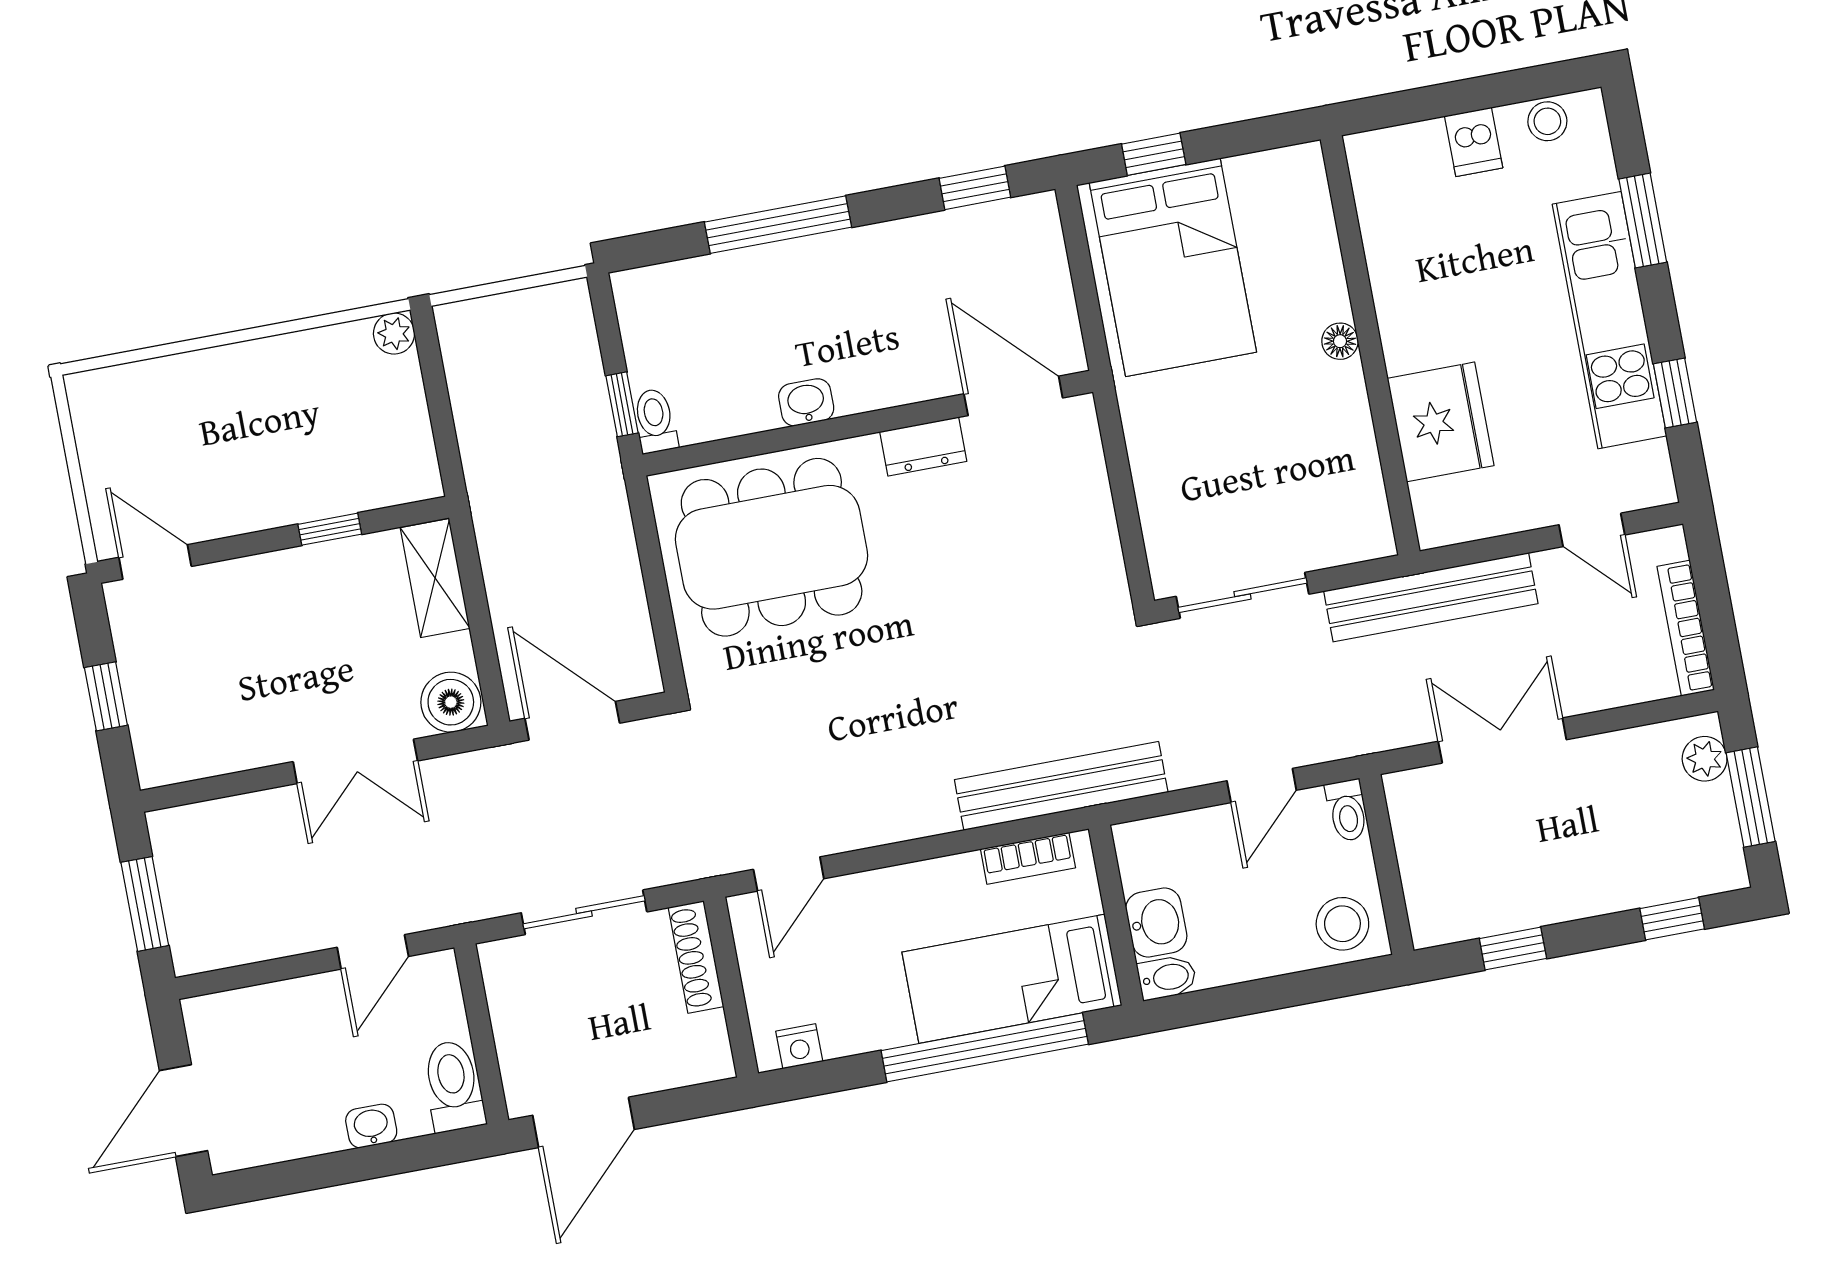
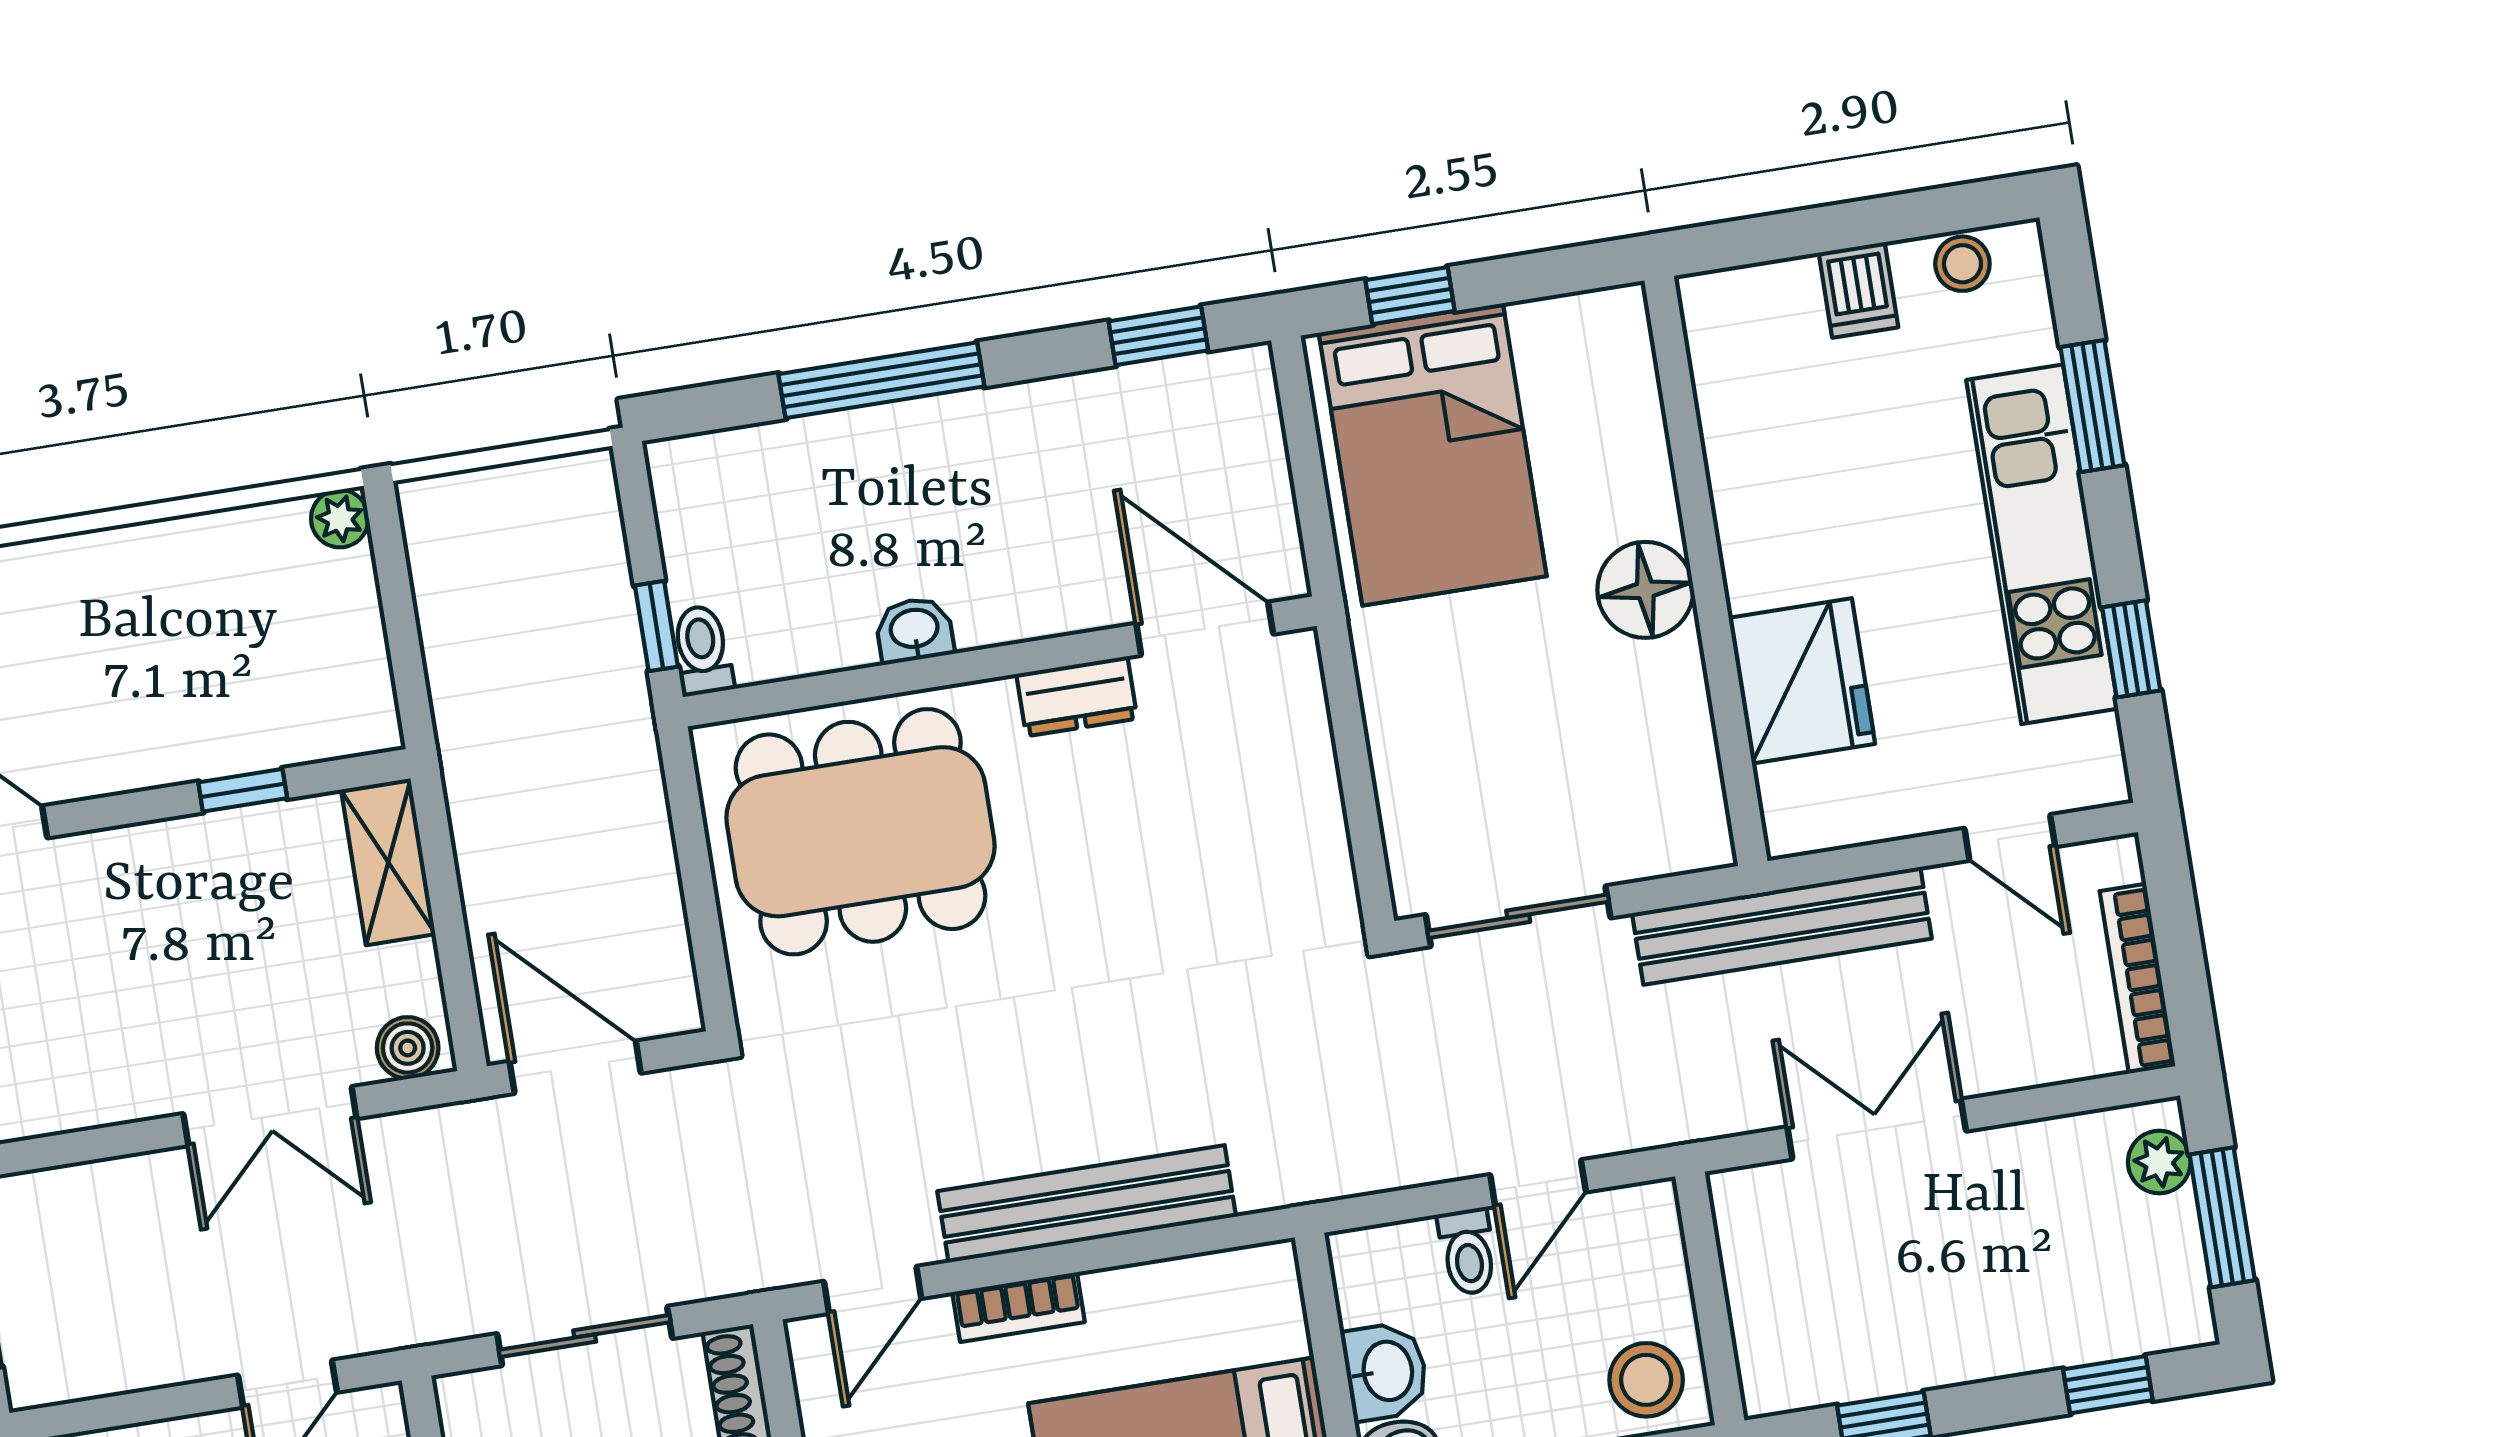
floor lamp: (1340, 341) -> (1645, 590), width x1.89, depth x1.89
boiler: (451, 702) -> (408, 1048), width x0.73, depth x0.73
bench: (1061, 786) -> (1087, 1204), moved
toilet: (1347, 810) -> (1468, 1252), moved
bookcase: (1028, 858) -> (1019, 1307), moved

